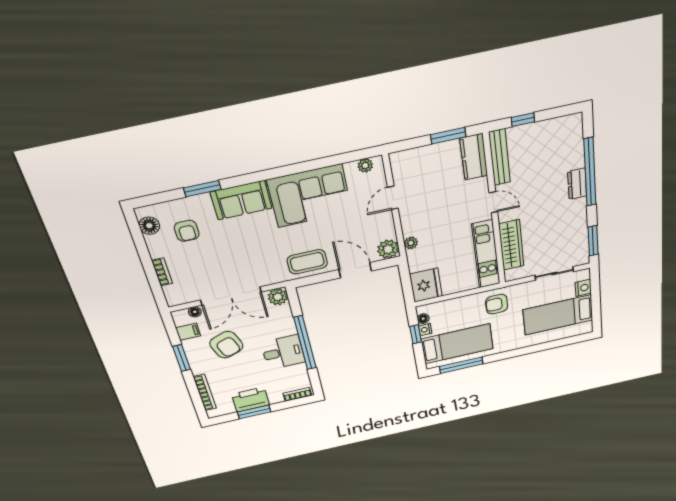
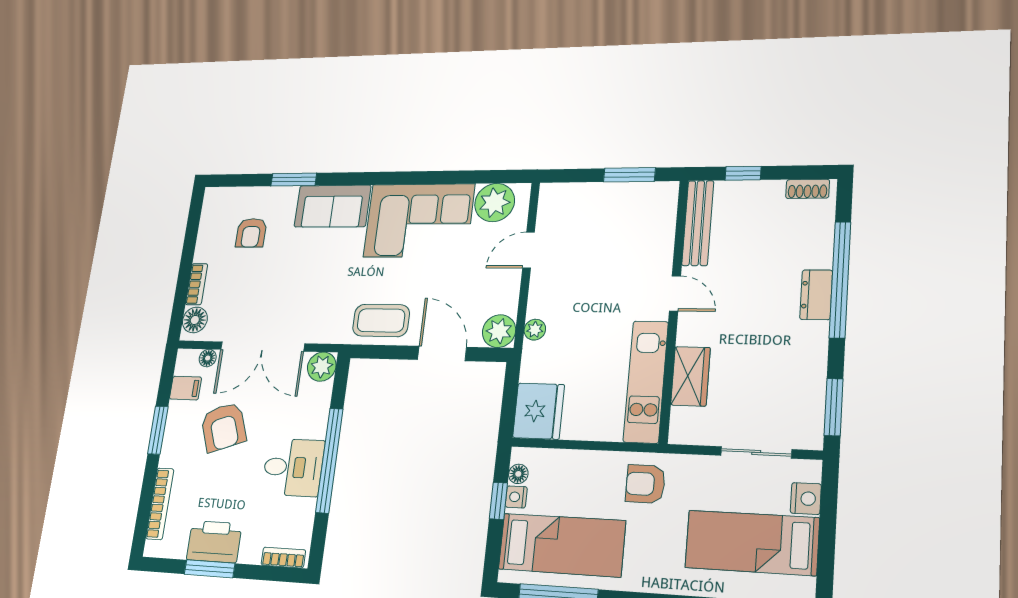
shoe rack: (565, 121) -> (808, 189), added
kitchen counter: (474, 157) -> (660, 214), removed
plant: (365, 165) -> (495, 202), width x1.88, depth x1.88
floor lamp: (149, 226) -> (195, 320), moved
wardrobe: (511, 245) -> (690, 376), width x0.67

